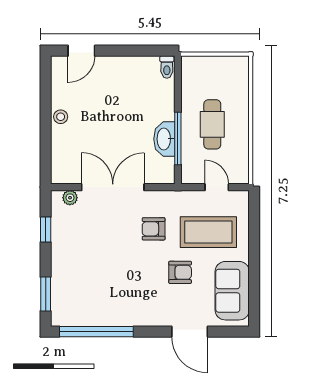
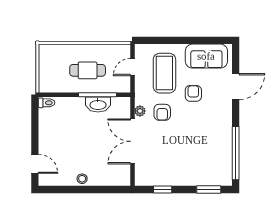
plant: (70, 198) -> (140, 111), moved

